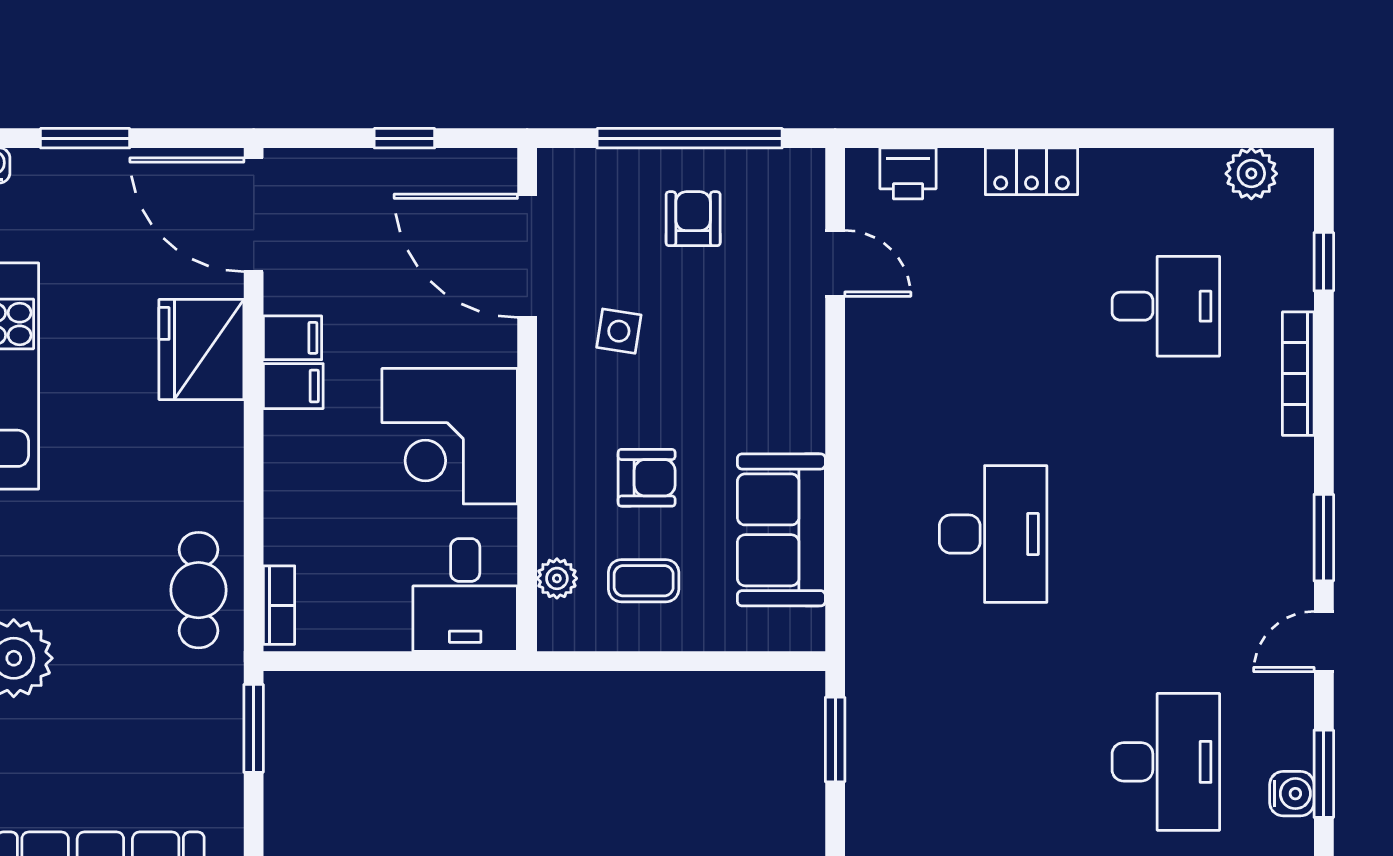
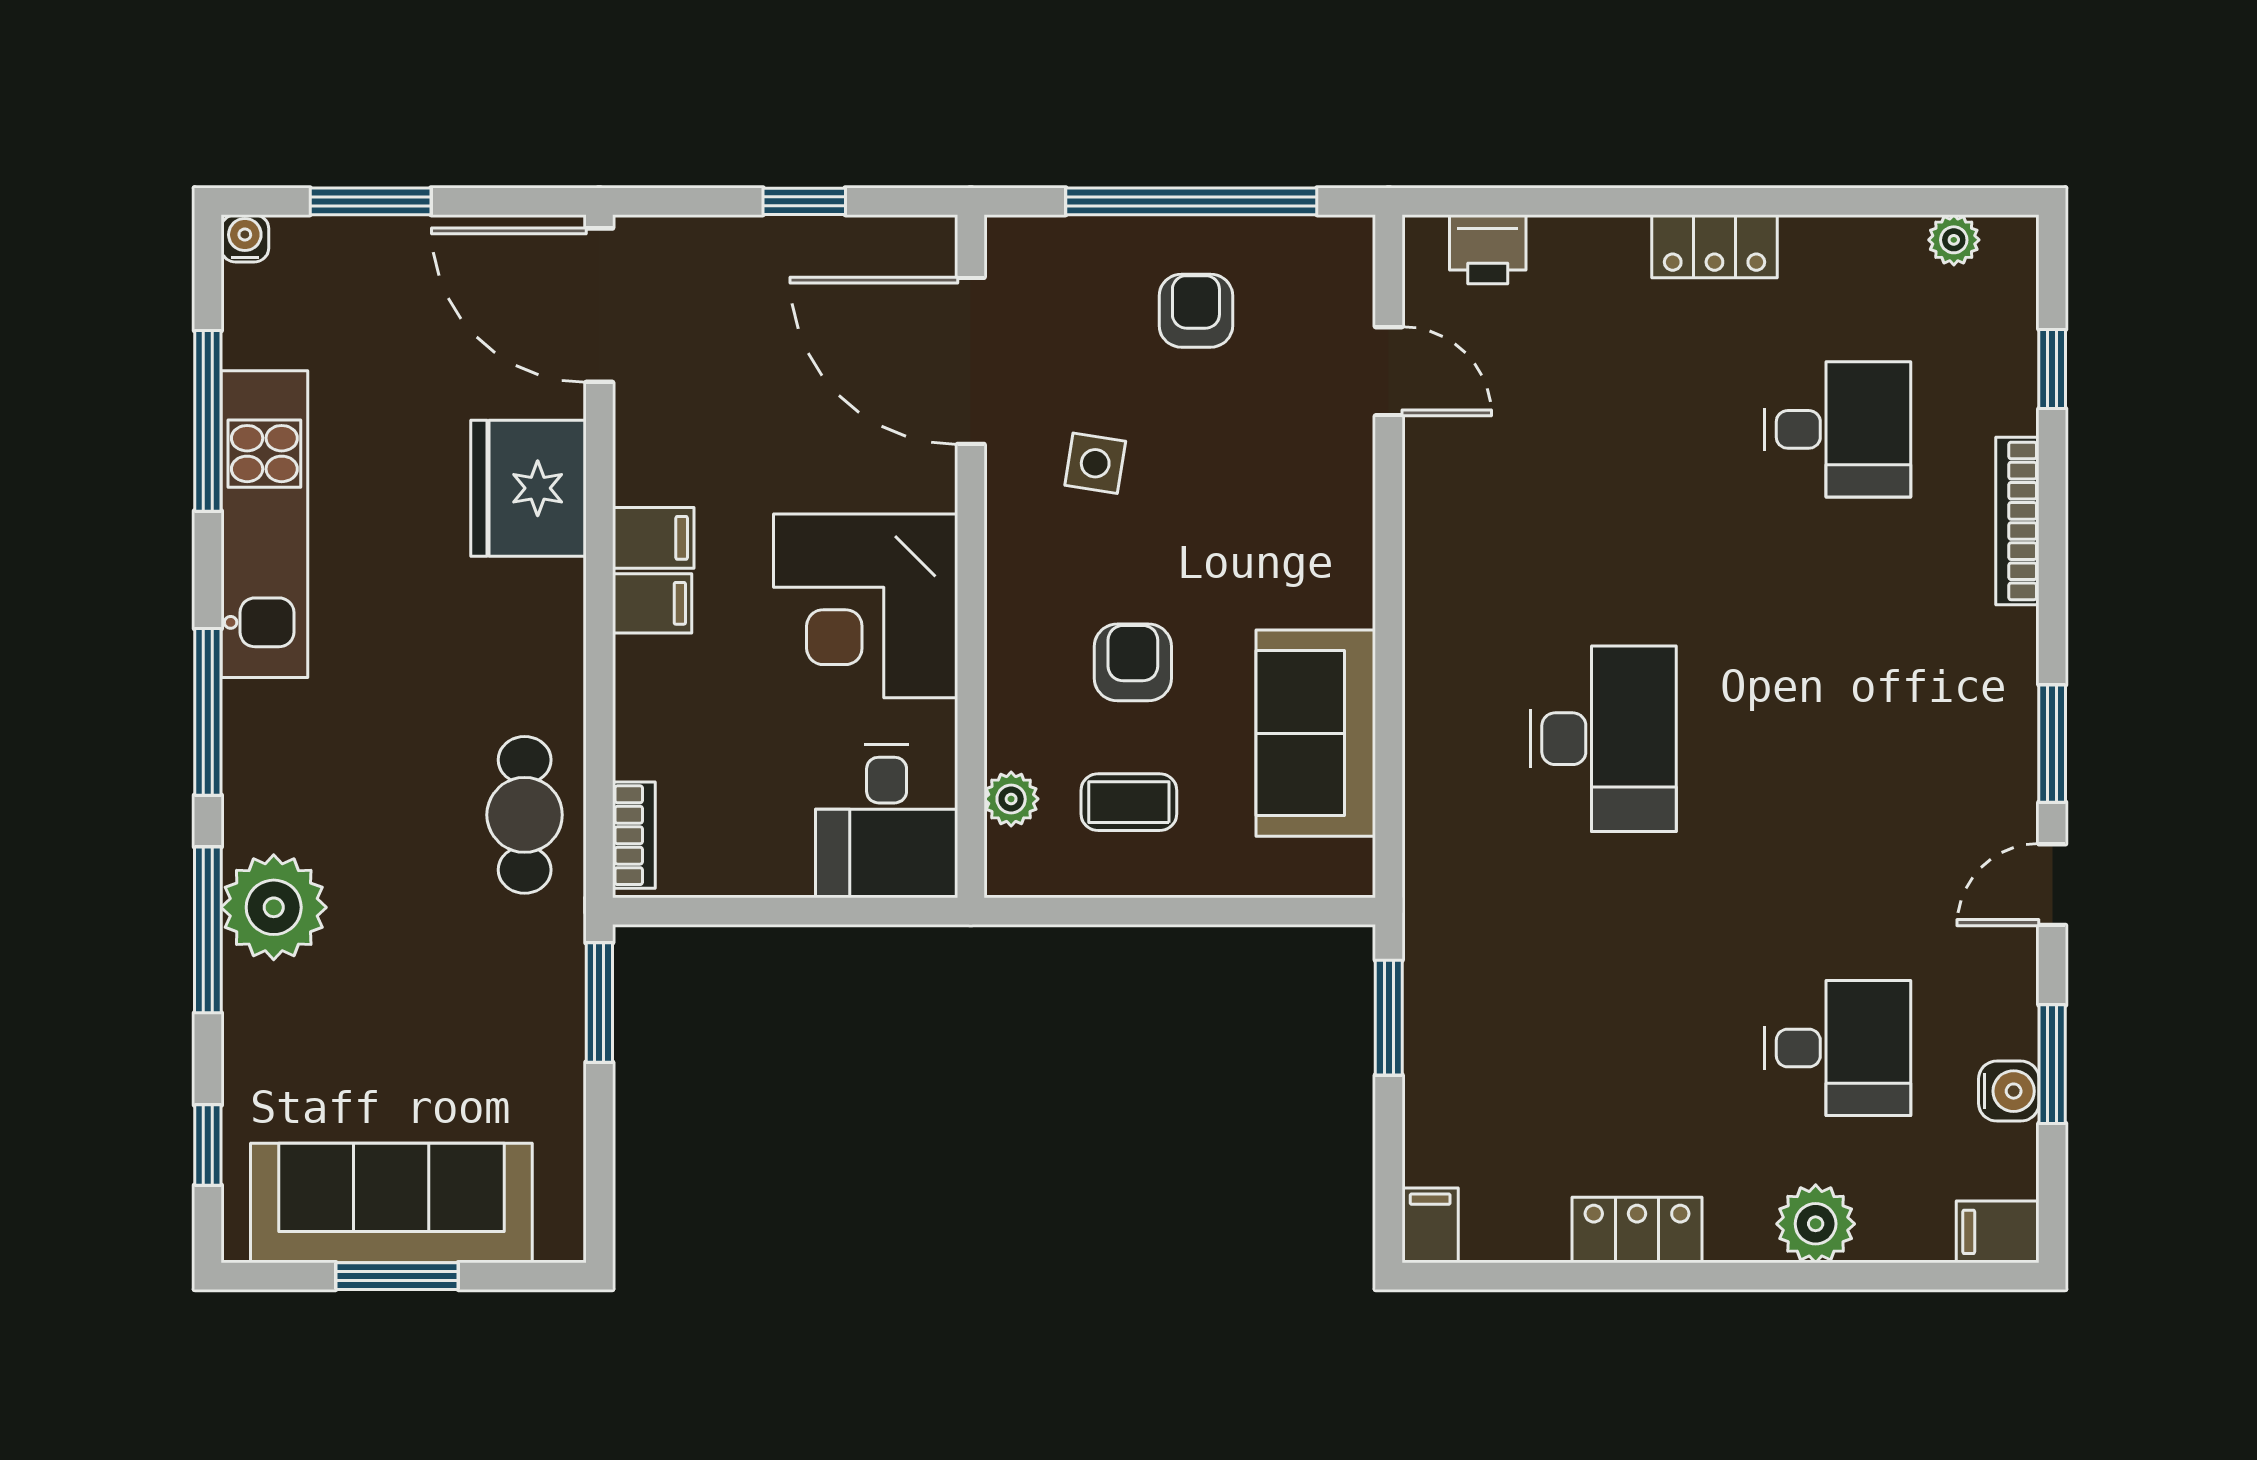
locker: (1031, 171) -> (1714, 246), moved
plant: (1251, 174) -> (1954, 240), width x0.73, depth x0.73
filing cabinet: (292, 338) -> (652, 603), moved
armchair: (647, 478) -> (1133, 662), turned -90
desk: (1166, 762) -> (1838, 1048), width x0.73

